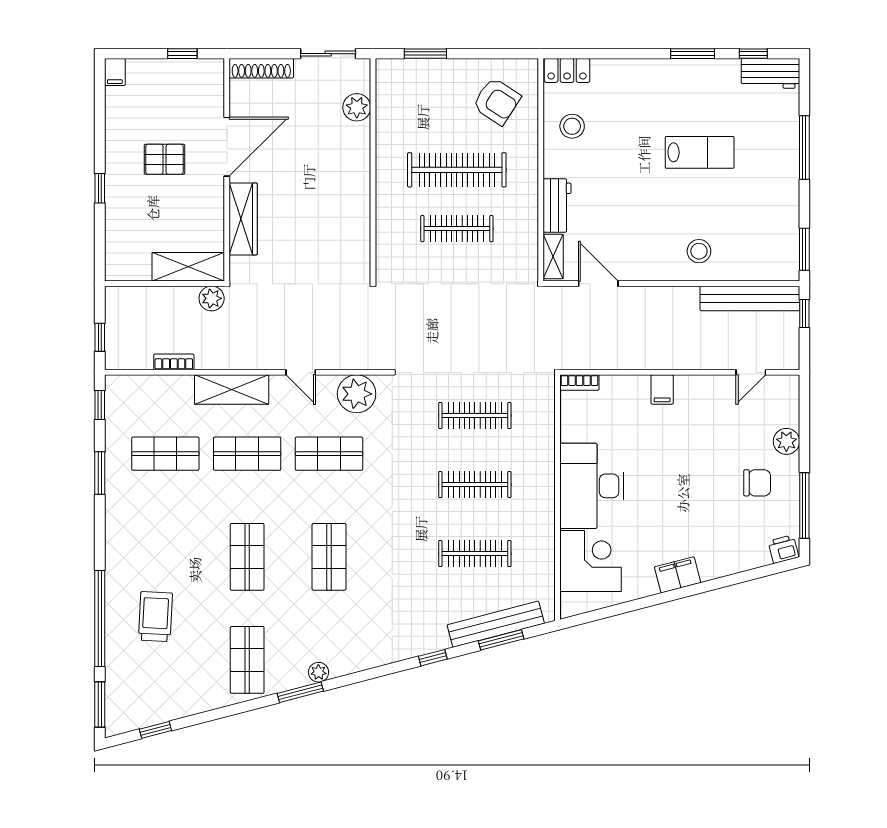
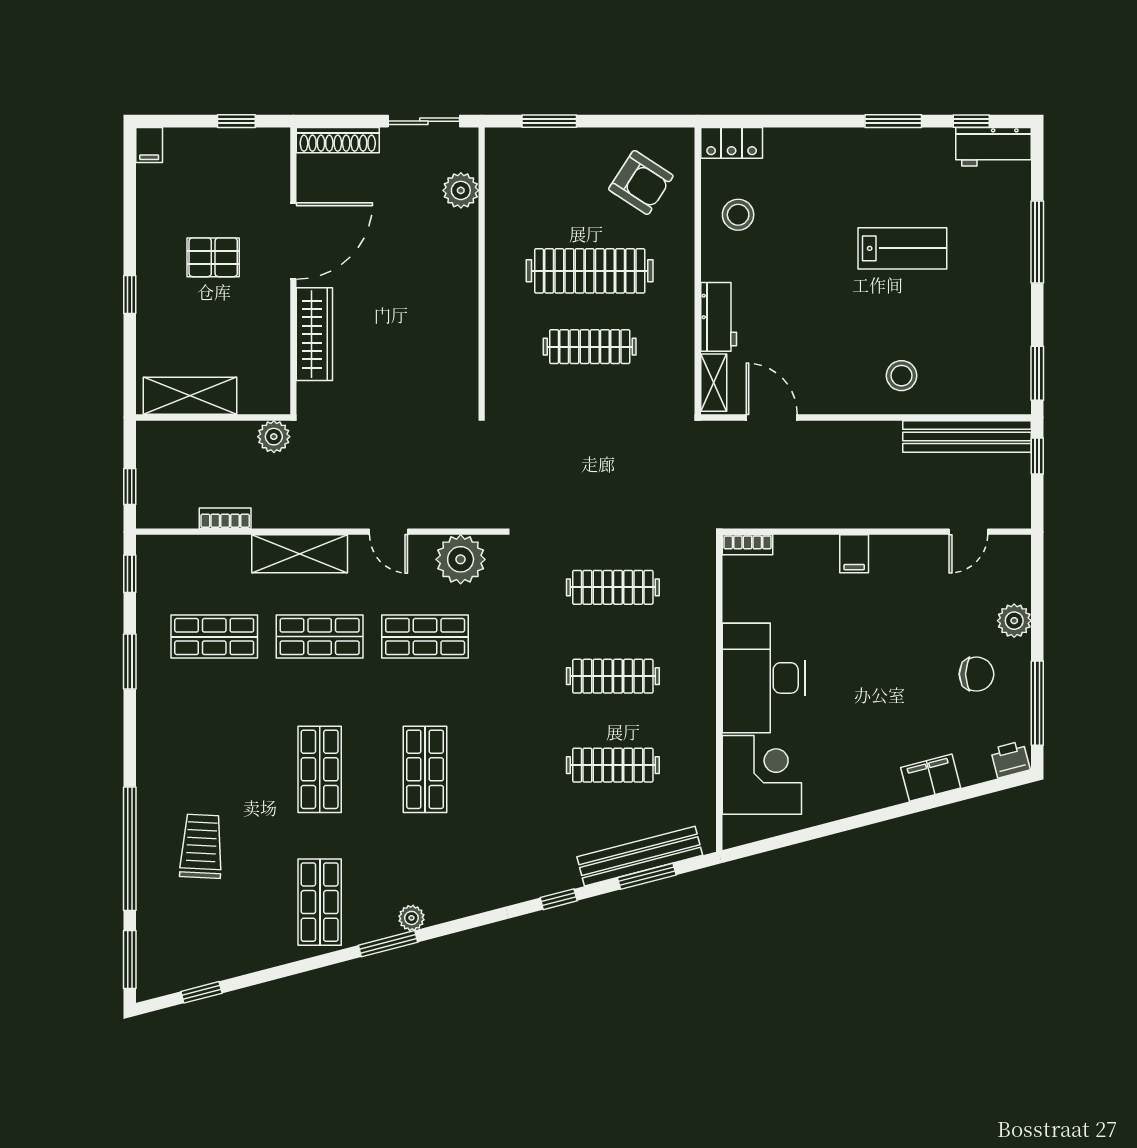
shelving: (188, 267) -> (190, 396), moved
filing cabinet: (678, 575) -> (931, 778), moved

